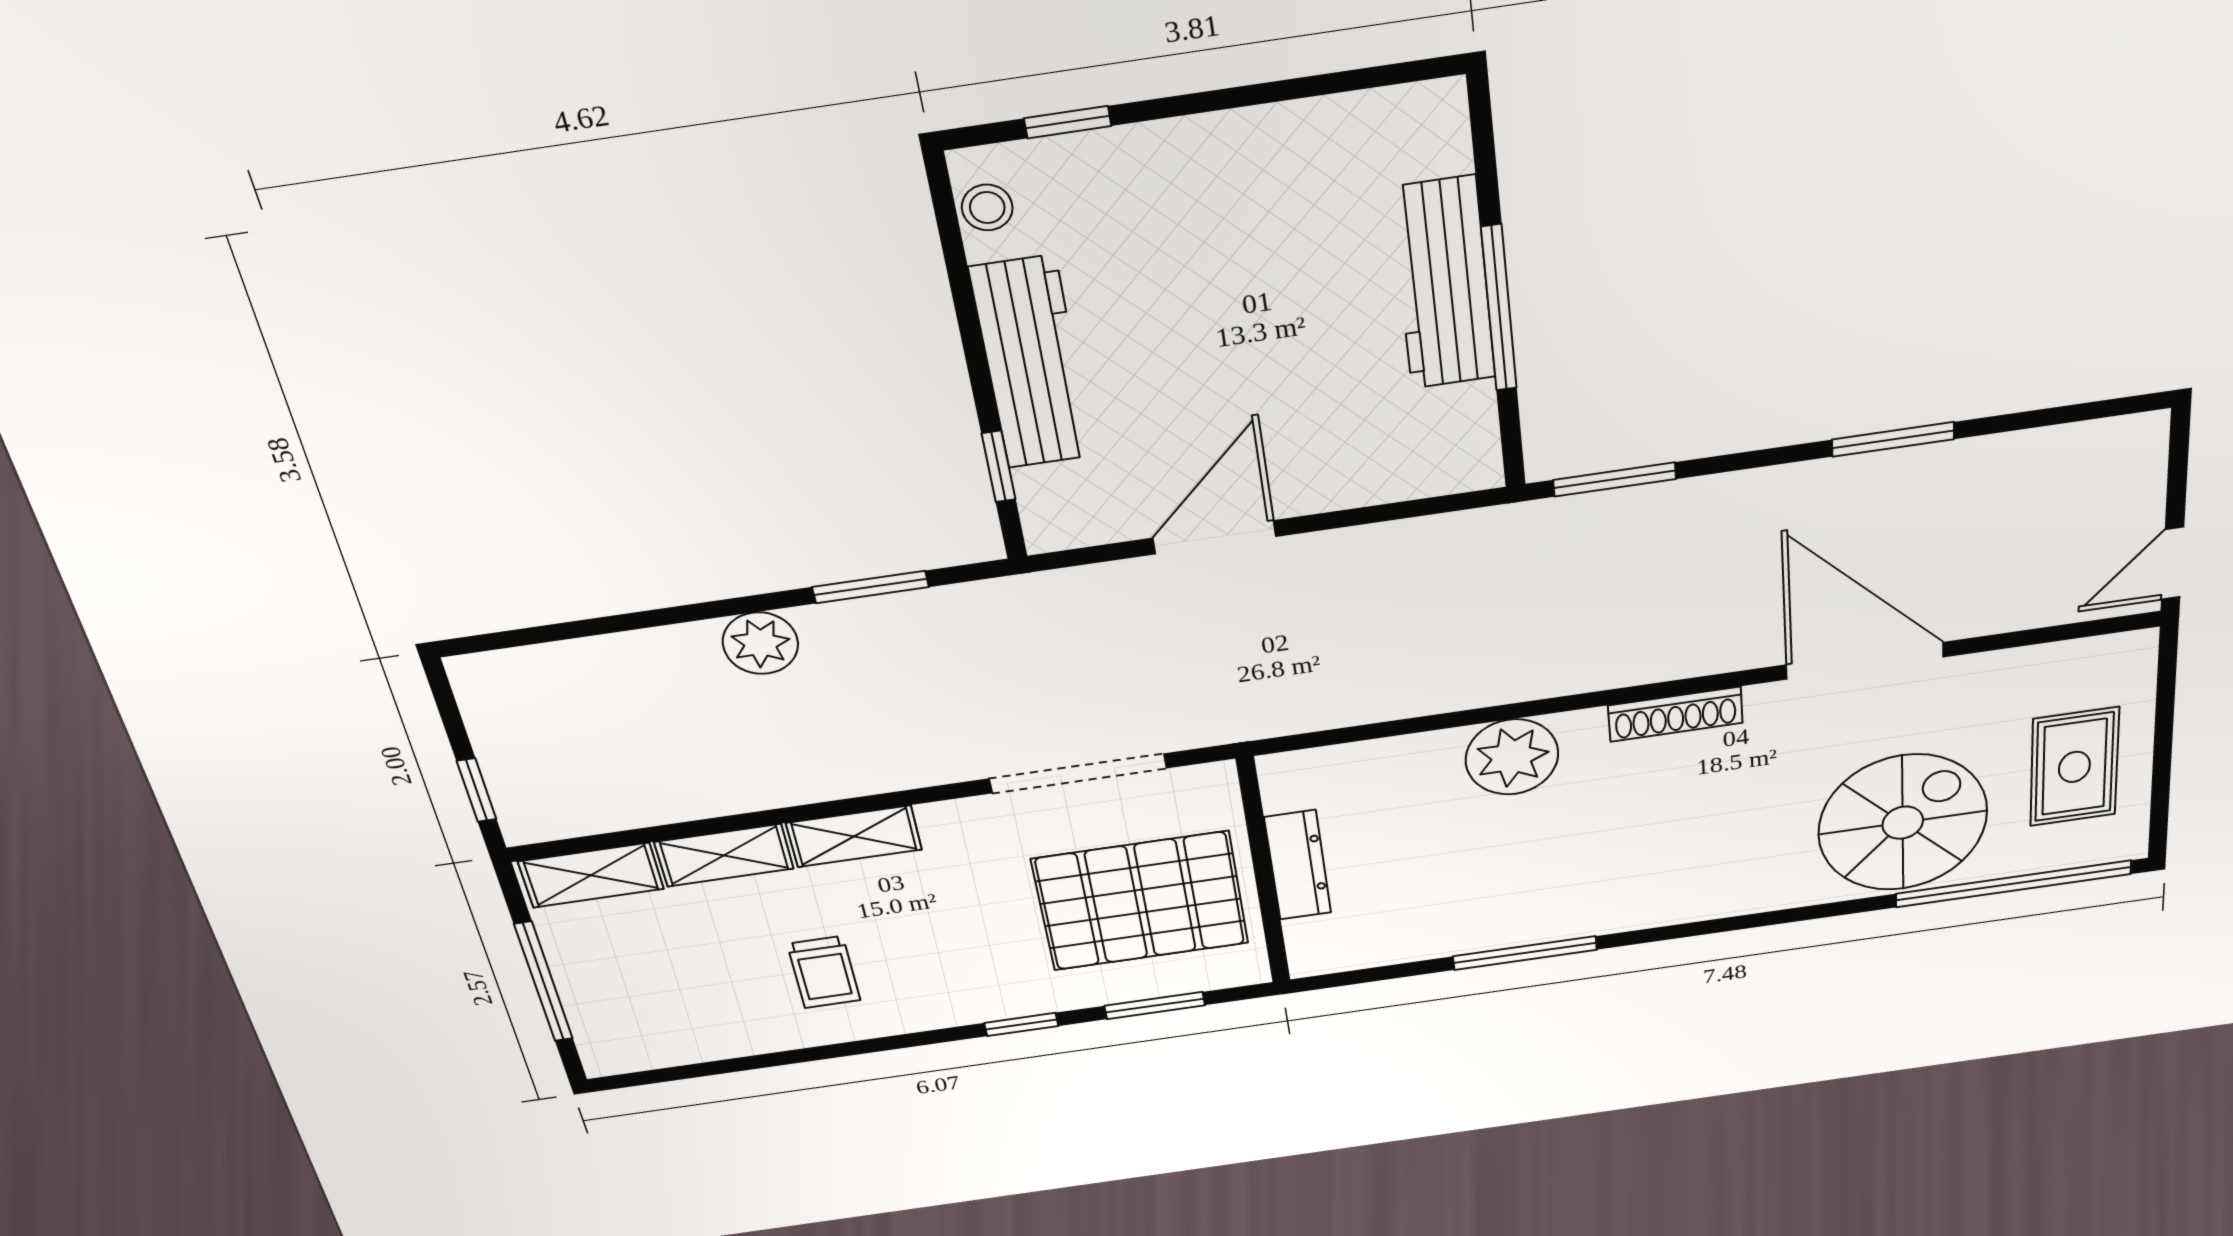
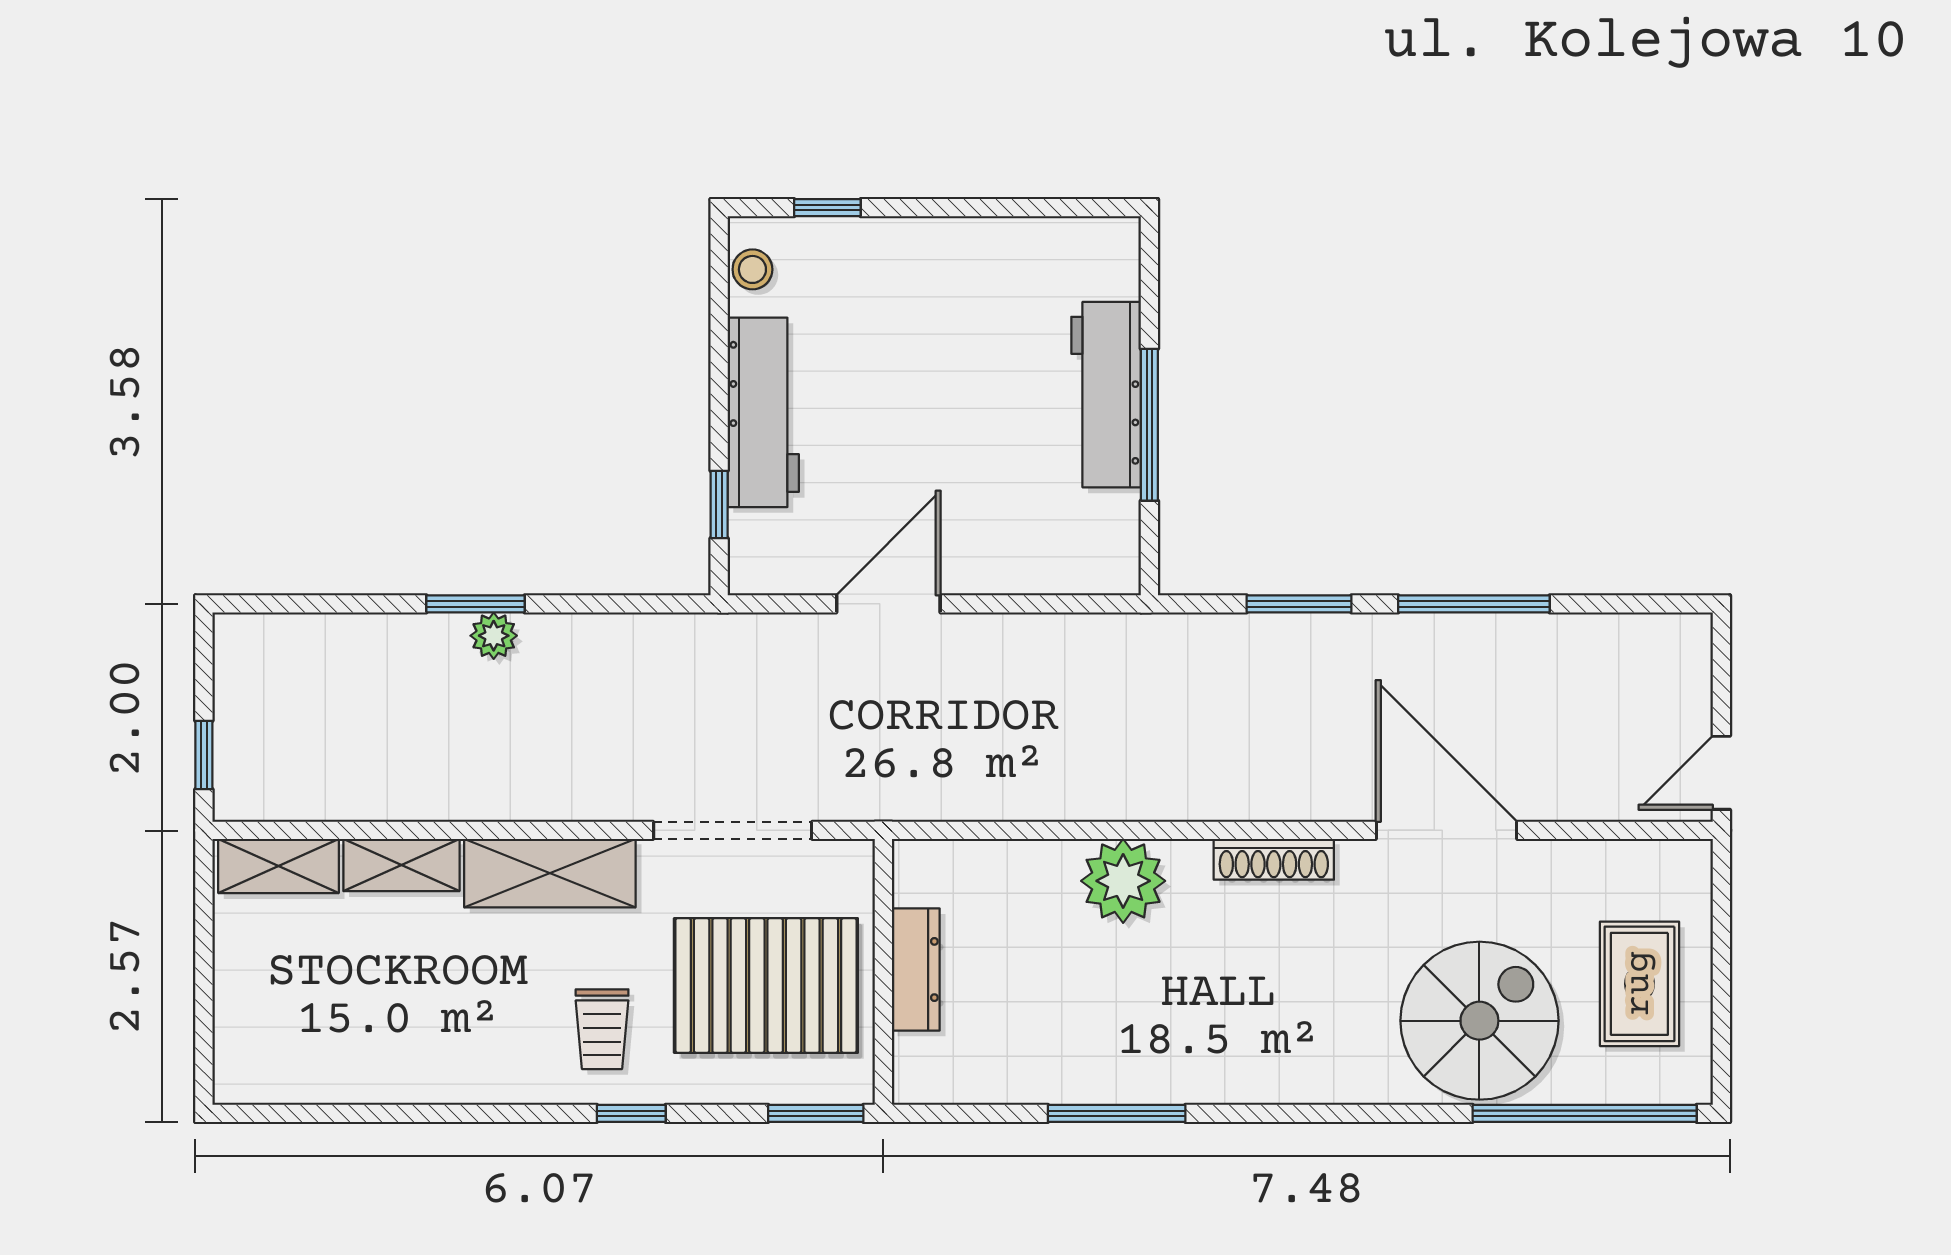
window: (1893, 439) -> (1474, 604), width x1.44
window: (1615, 479) -> (1299, 604), moved
window: (871, 587) -> (476, 604), moved
plant: (760, 643) -> (494, 636), width x0.73, depth x0.73
shelving: (854, 836) -> (550, 873), width x1.50, depth x1.33
trolley: (824, 972) -> (602, 1029), moved
window: (544, 982) -> (204, 980), removed
window: (1155, 1006) -> (816, 1113), moved

